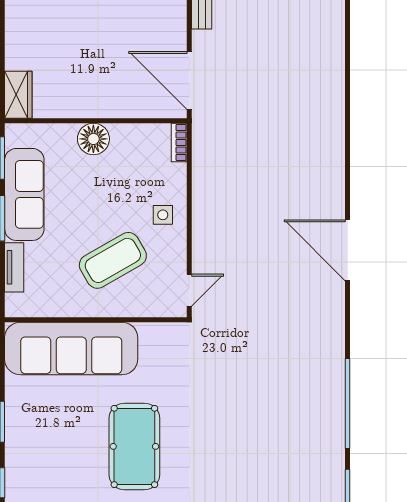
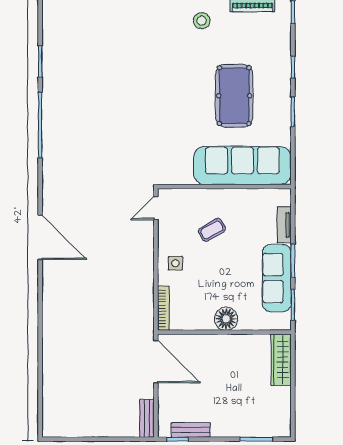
wardrobe: (18, 95) -> (281, 360), width x1.50
bookcase: (179, 143) -> (163, 308), width x1.56
coffee table: (113, 260) -> (212, 230), width x0.54, depth x0.58
pool table: (134, 446) -> (234, 96), moved

